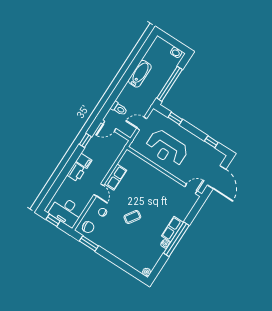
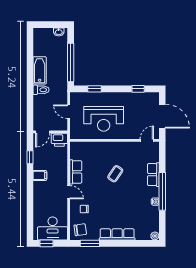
toilet: (119, 109) -> (41, 90), moved
door: (142, 123) -> (69, 112), hinge flipped
printer: (76, 172) -> (59, 140), moved, turned 90
coffee table: (132, 217) -> (115, 174), moved
row of seats: (173, 229) -> (153, 175), moved
row of seats: (116, 251) -> (117, 234), added

